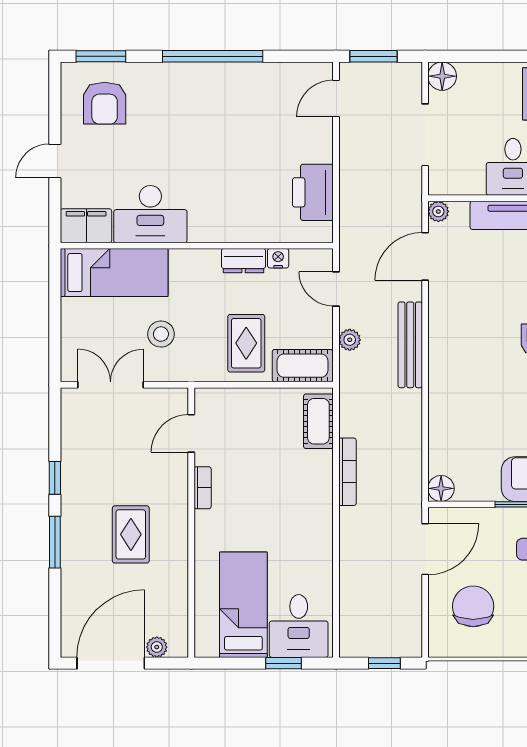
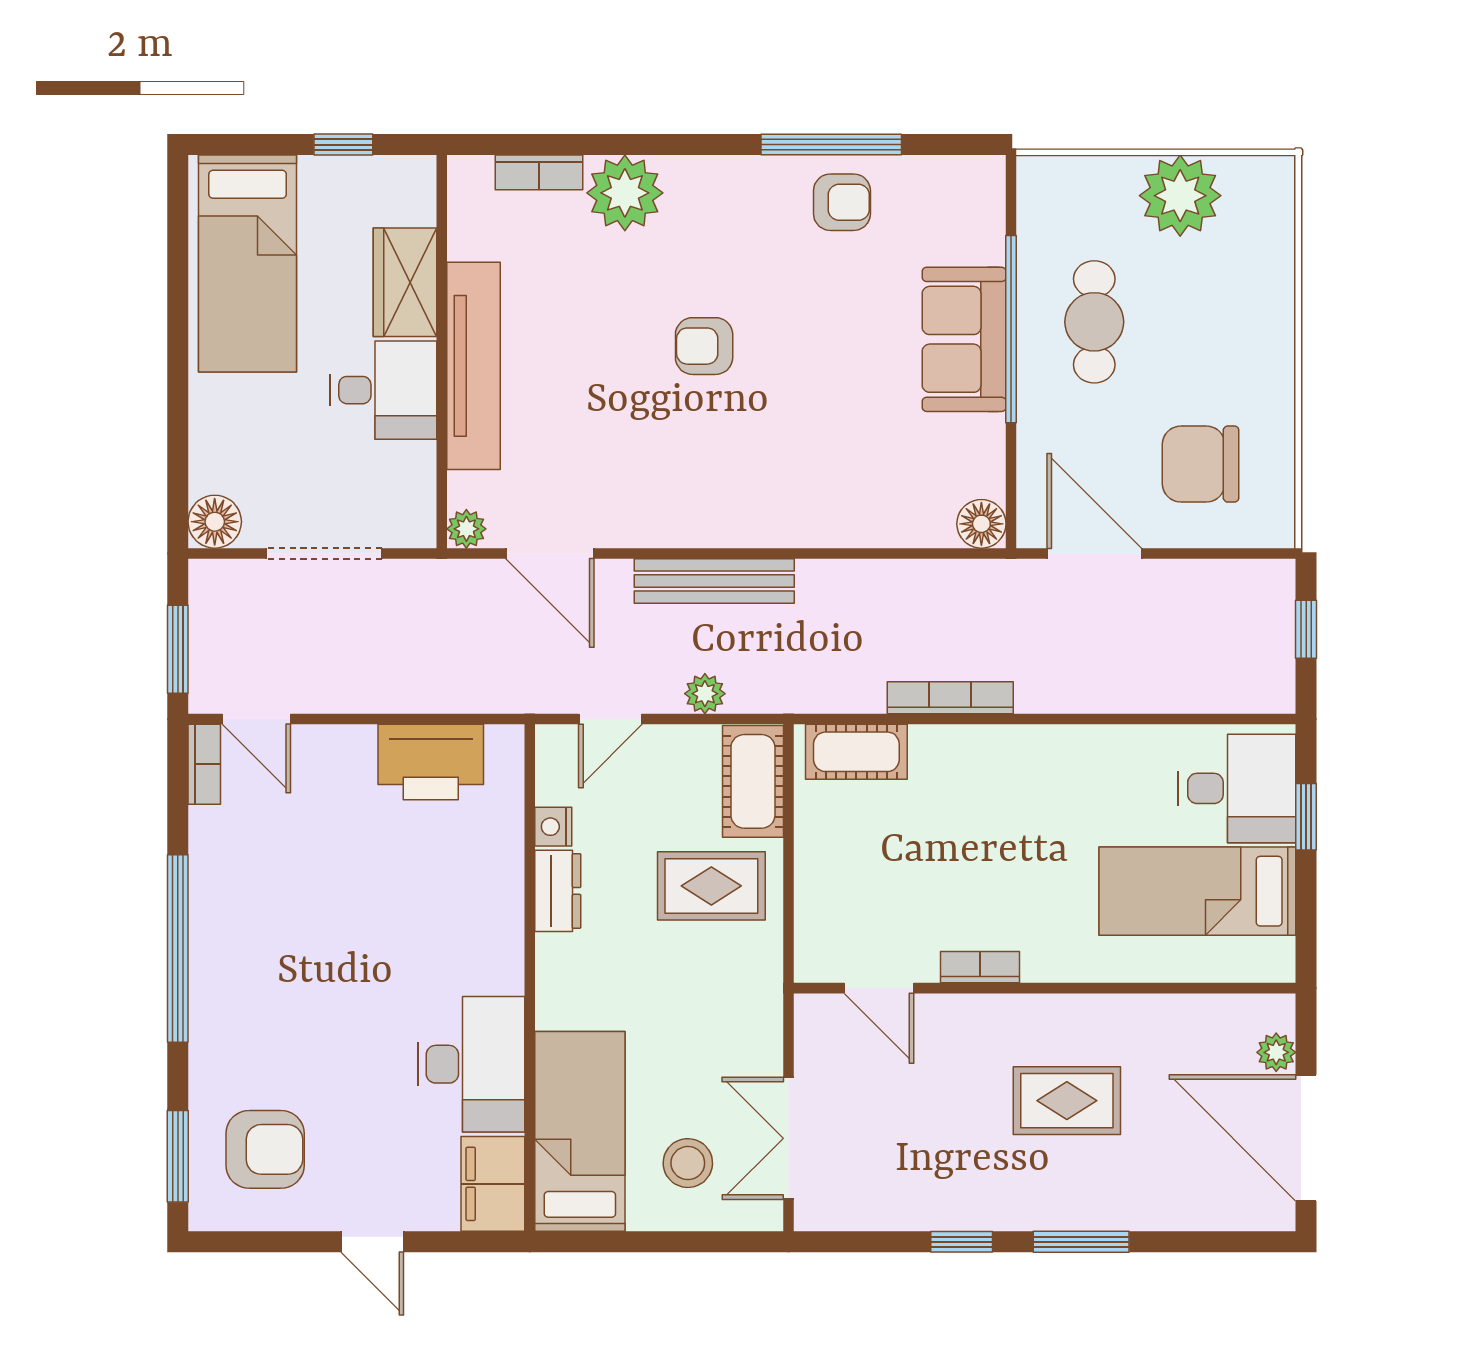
bookcase: (312, 70) -> (204, 764), added
stool: (161, 334) -> (688, 1163), moved

